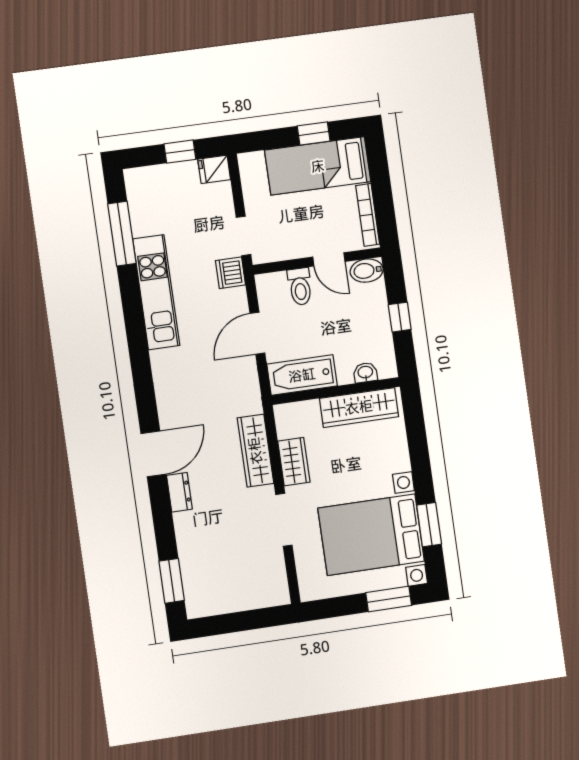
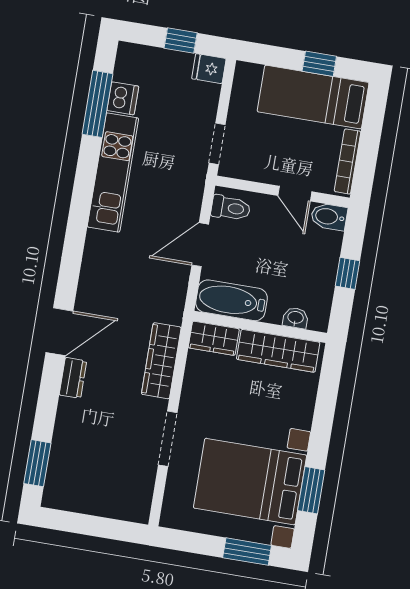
dishwasher: (230, 273) -> (123, 98), moved, turned 180
toilet: (300, 287) -> (231, 208), moved, turned -90
wardrobe: (294, 462) -> (214, 338), moved, turned 90

